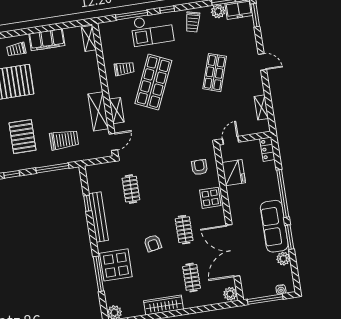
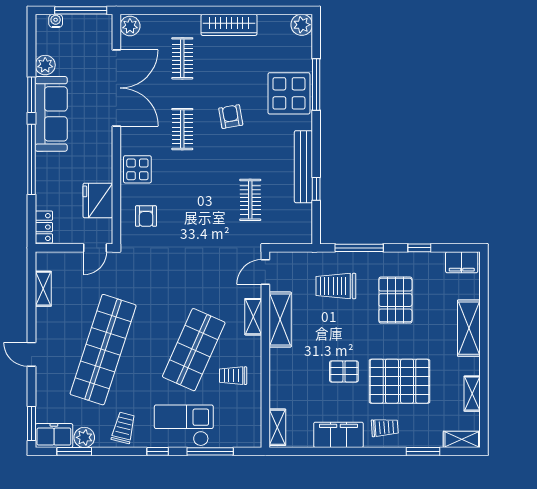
shop shelf: (215, 73) -> (103, 350), width x2.00, depth x1.36
pallet: (50, 83) -> (344, 371), added

